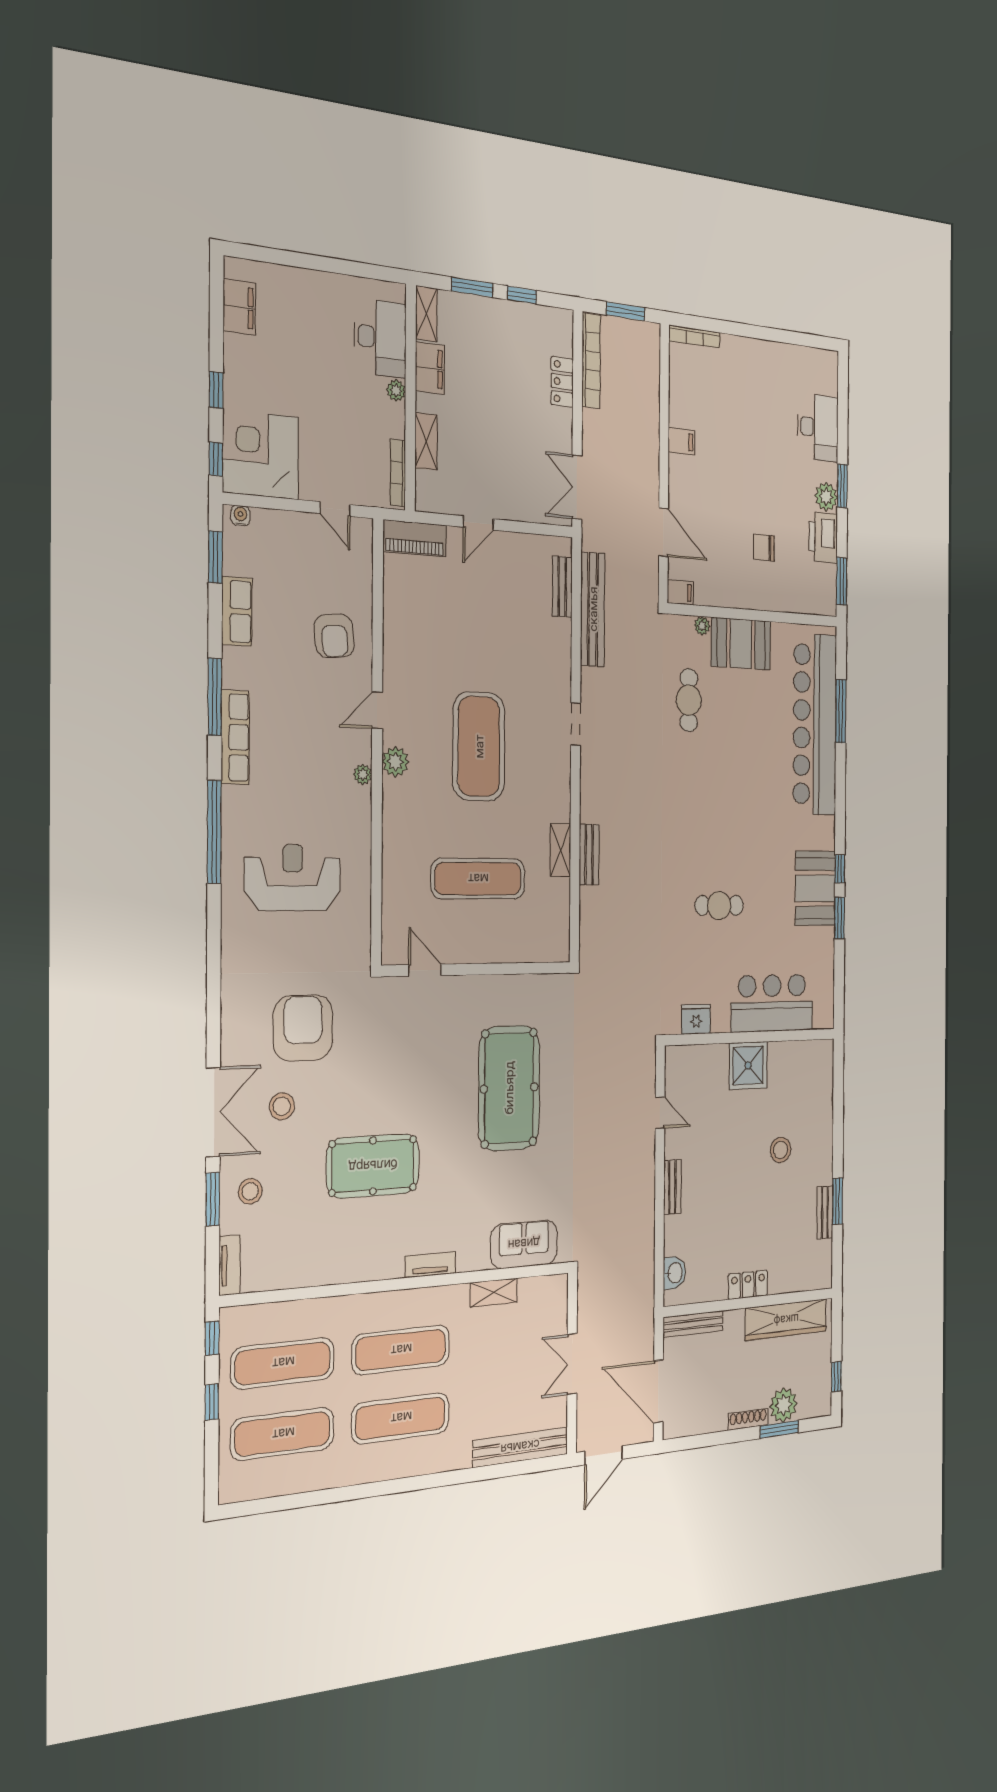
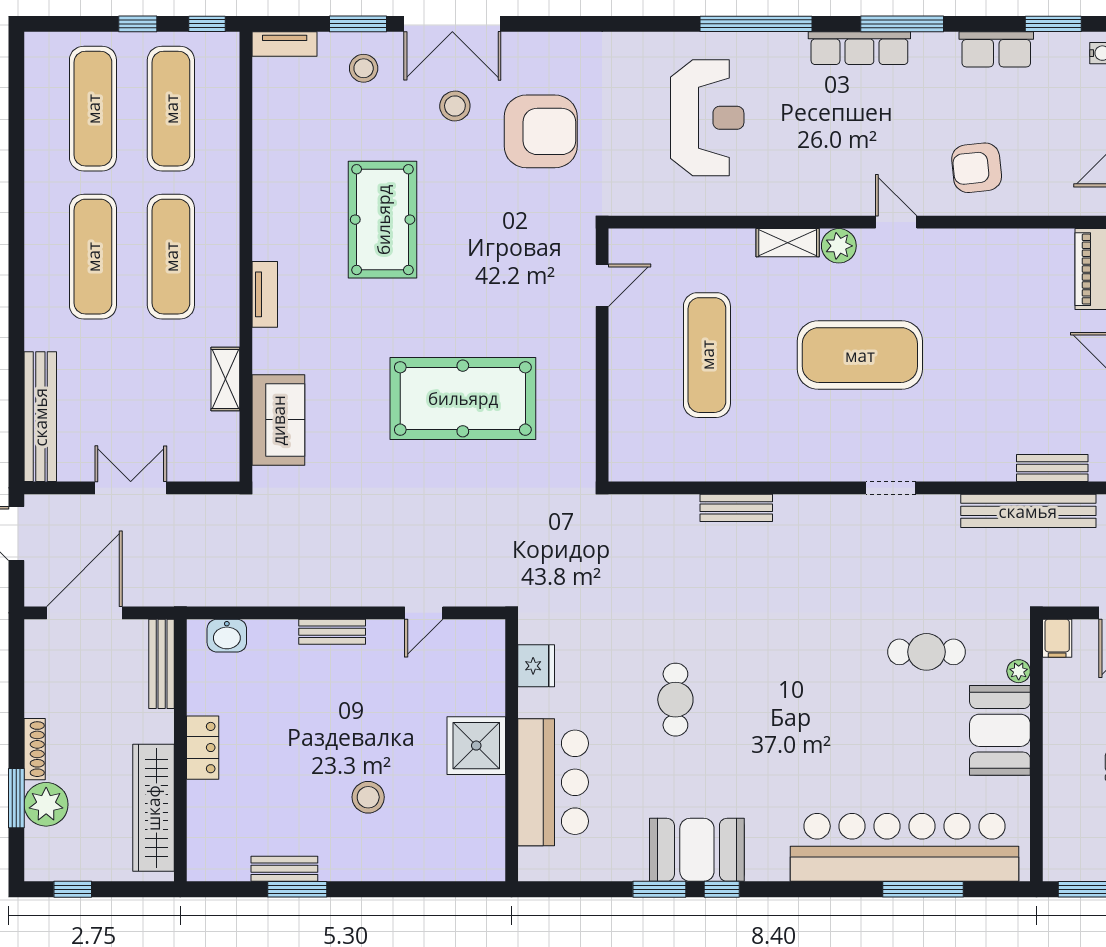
plant: (363, 774) -> (823, 204), removed
shelving: (560, 850) -> (788, 243), moved

